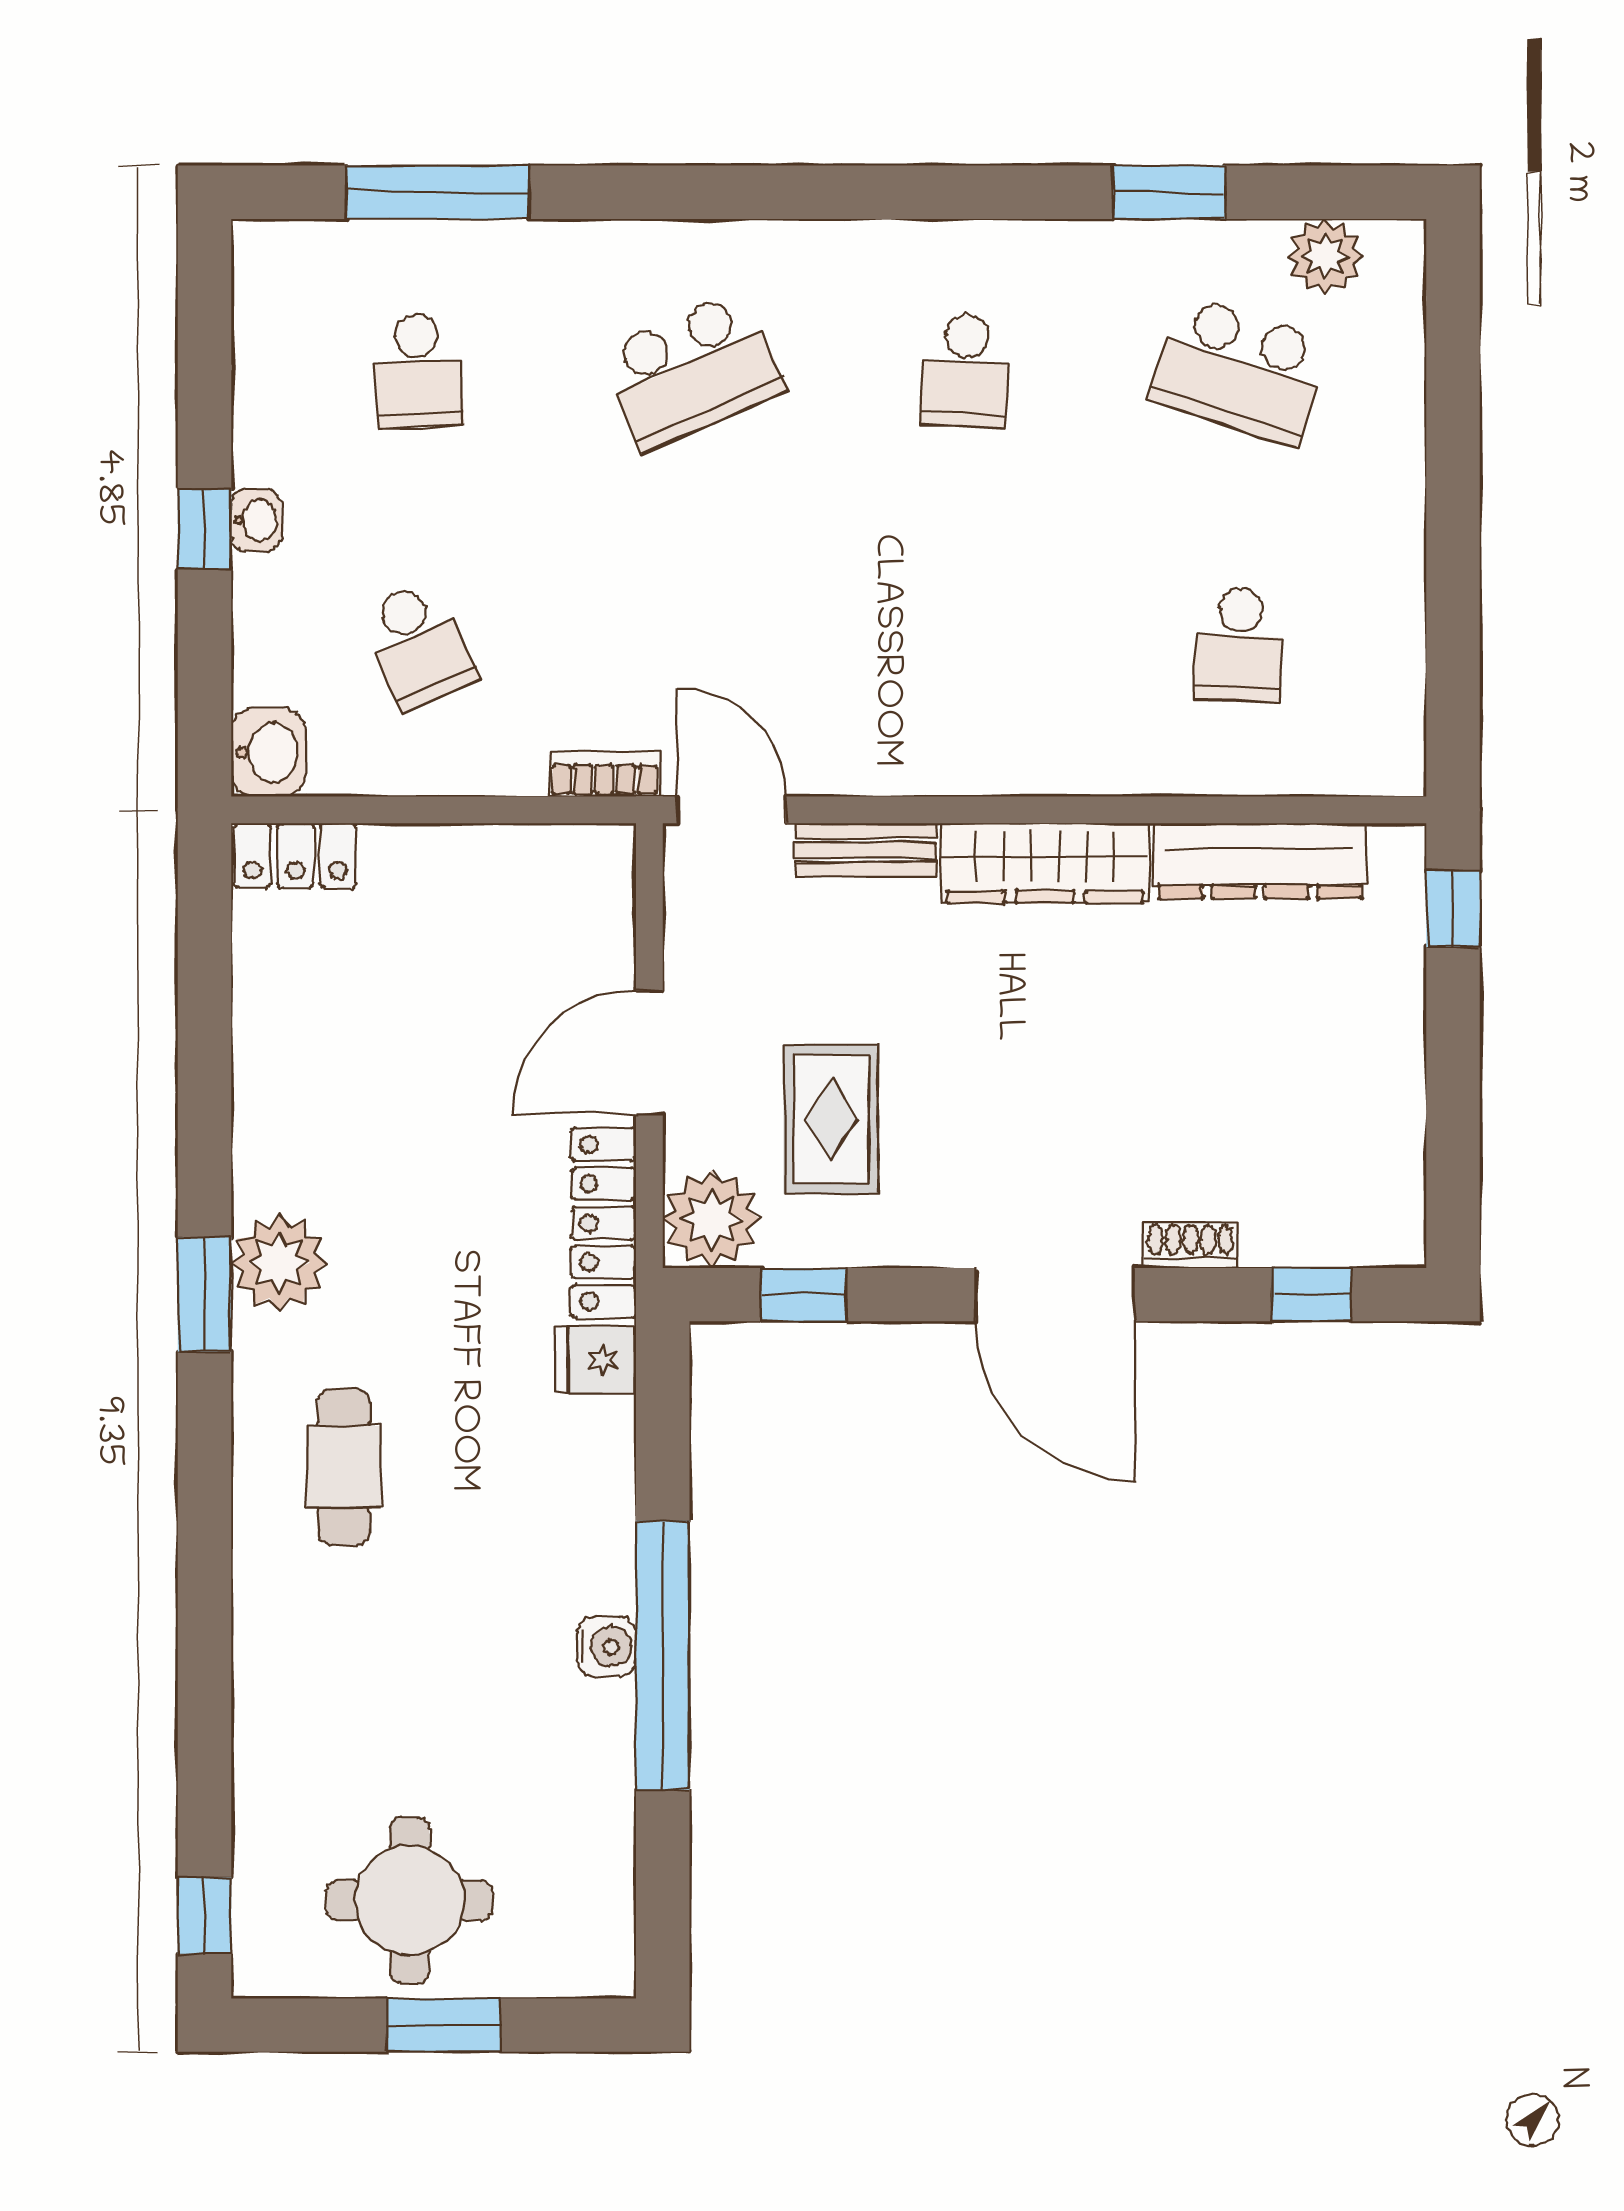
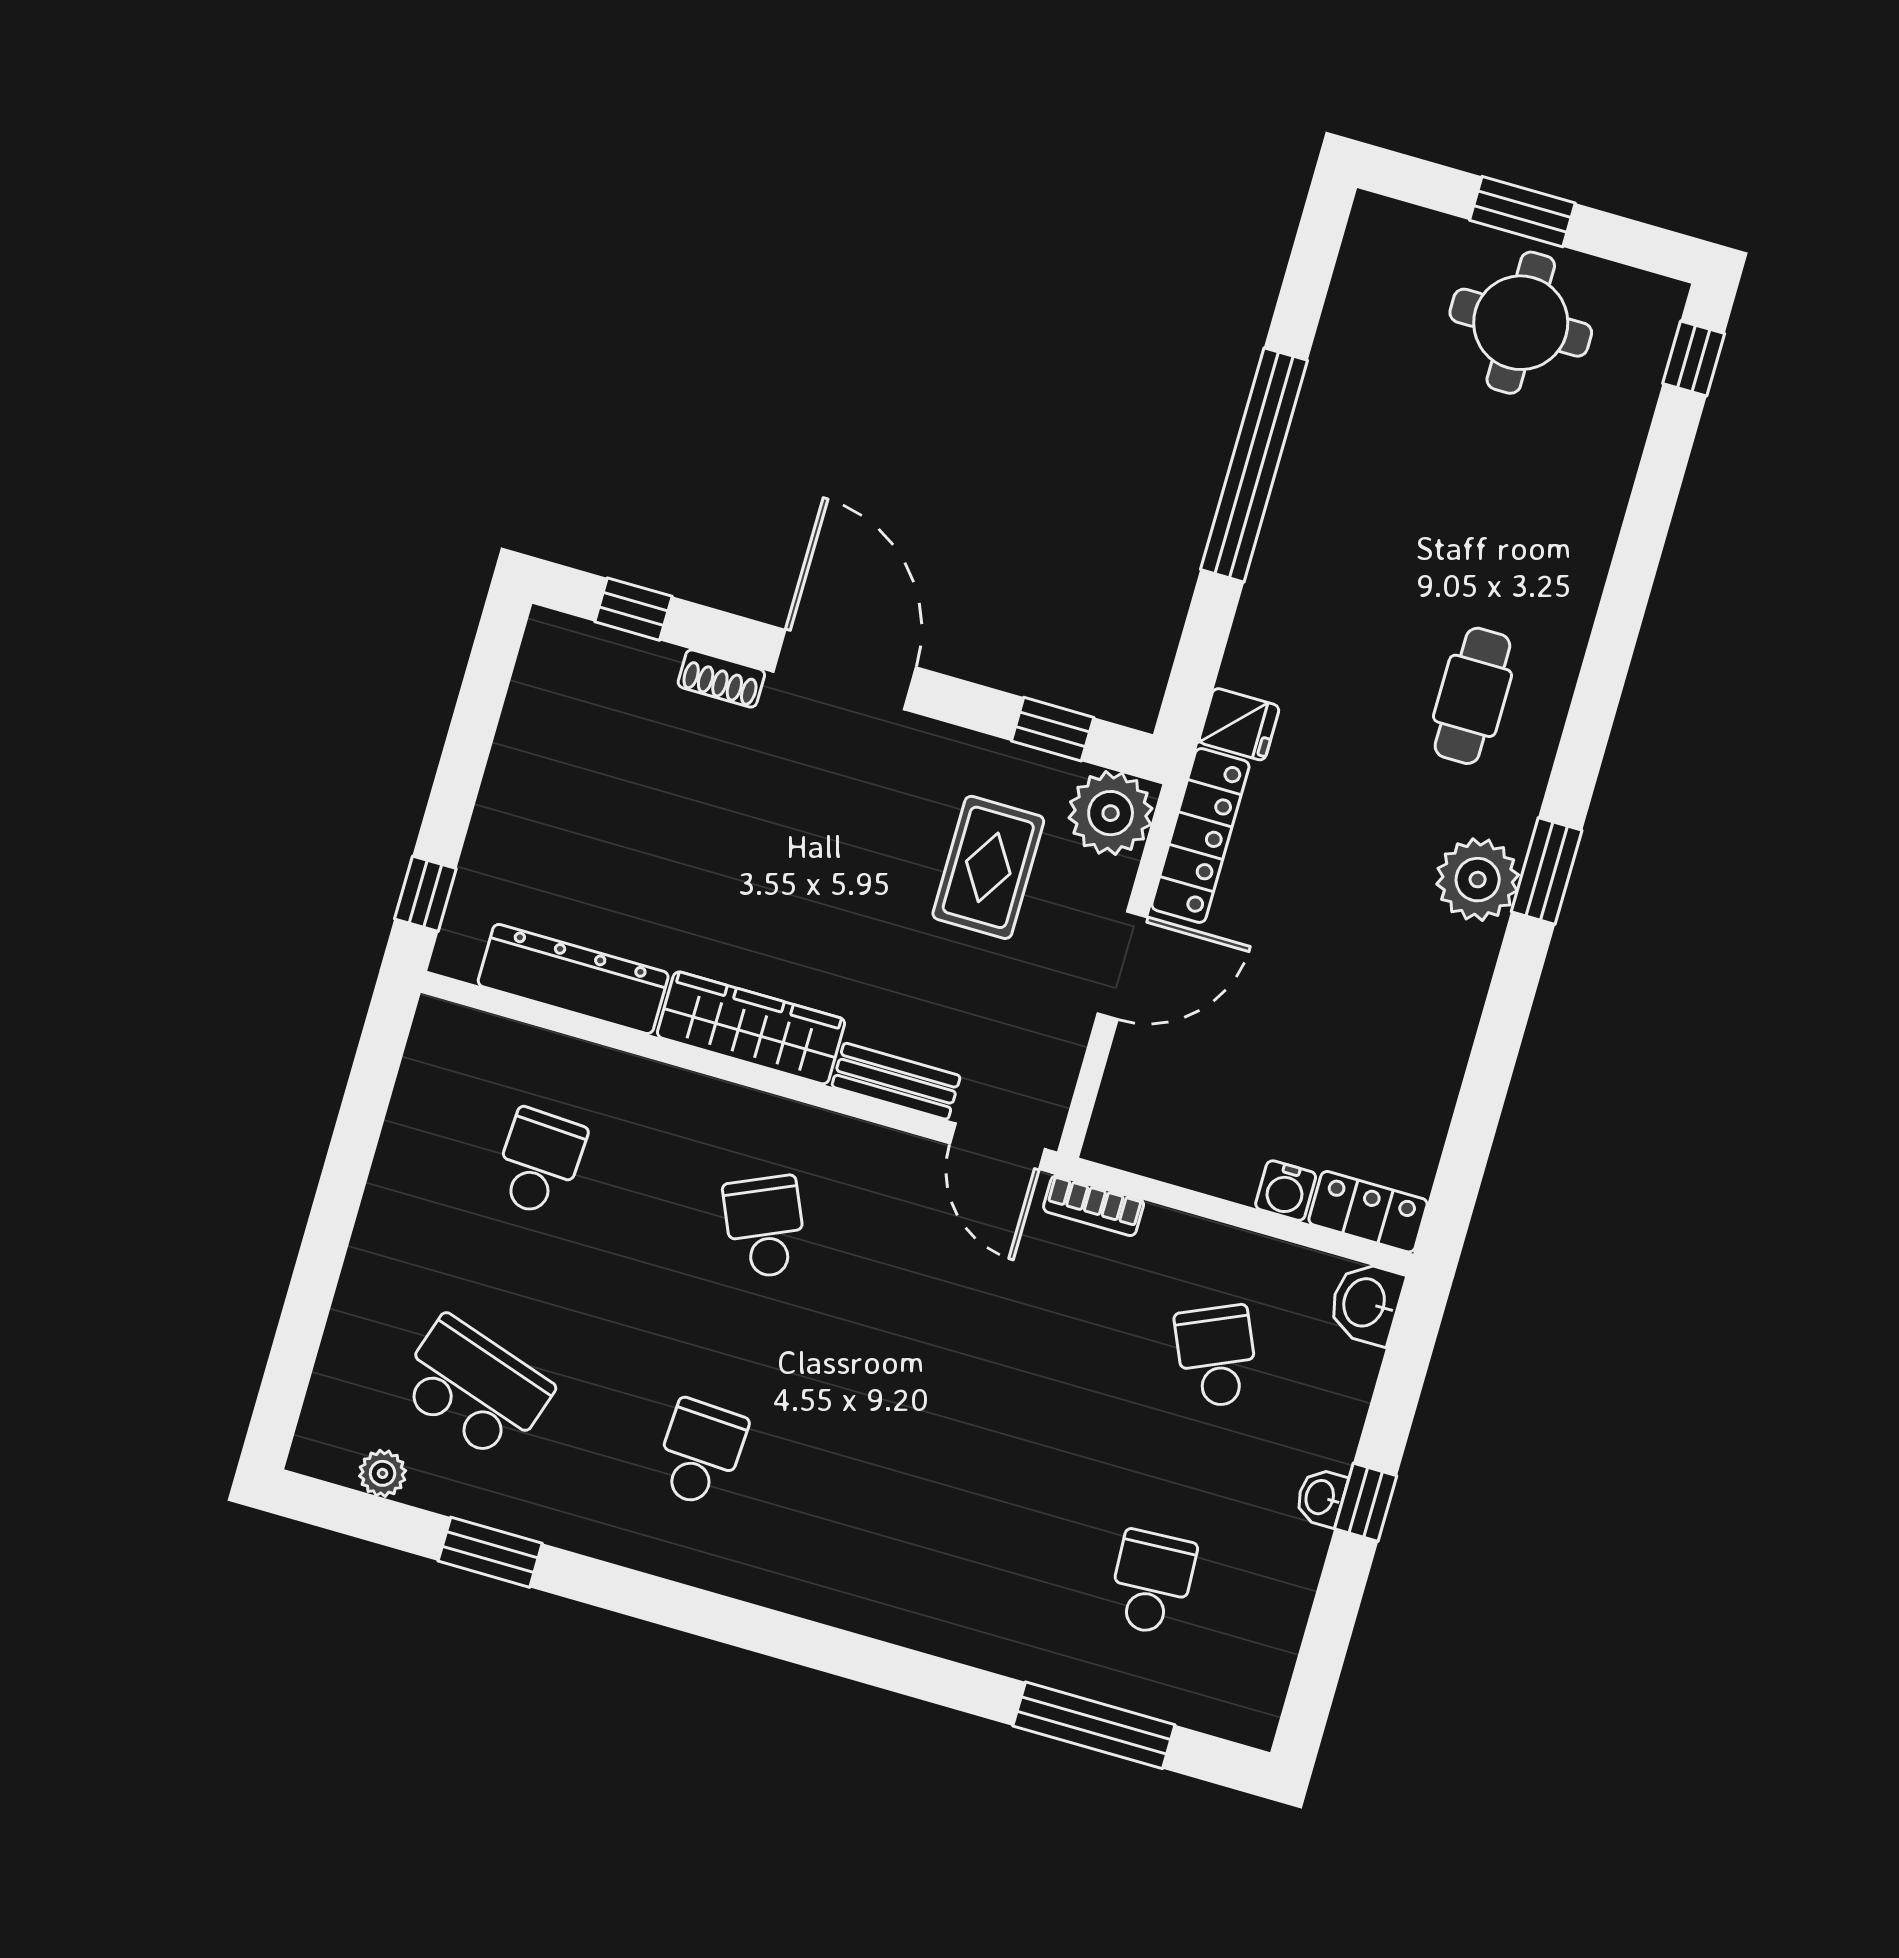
plant: (1325, 256) -> (383, 1473), width x0.73, depth x0.73
school desk: (692, 371) -> (765, 1227), moved, width x0.54
water cooler: (607, 1647) -> (1286, 1191), moved, turned -90

